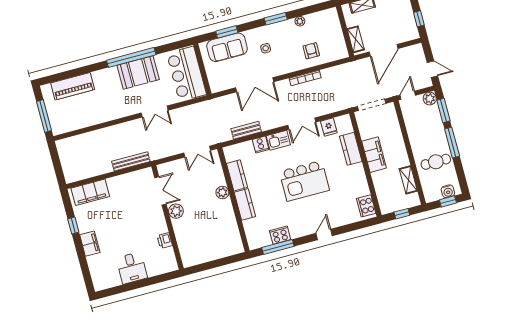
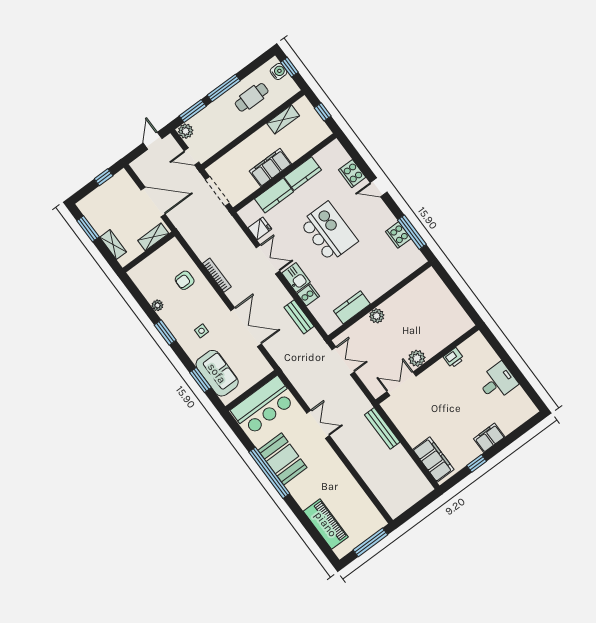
cafe table: (436, 162) -> (252, 97), turned 90
kitchen counter: (245, 204) -> (303, 174), moved, turned 180
cooker: (366, 206) -> (352, 174), moved, turned 90

